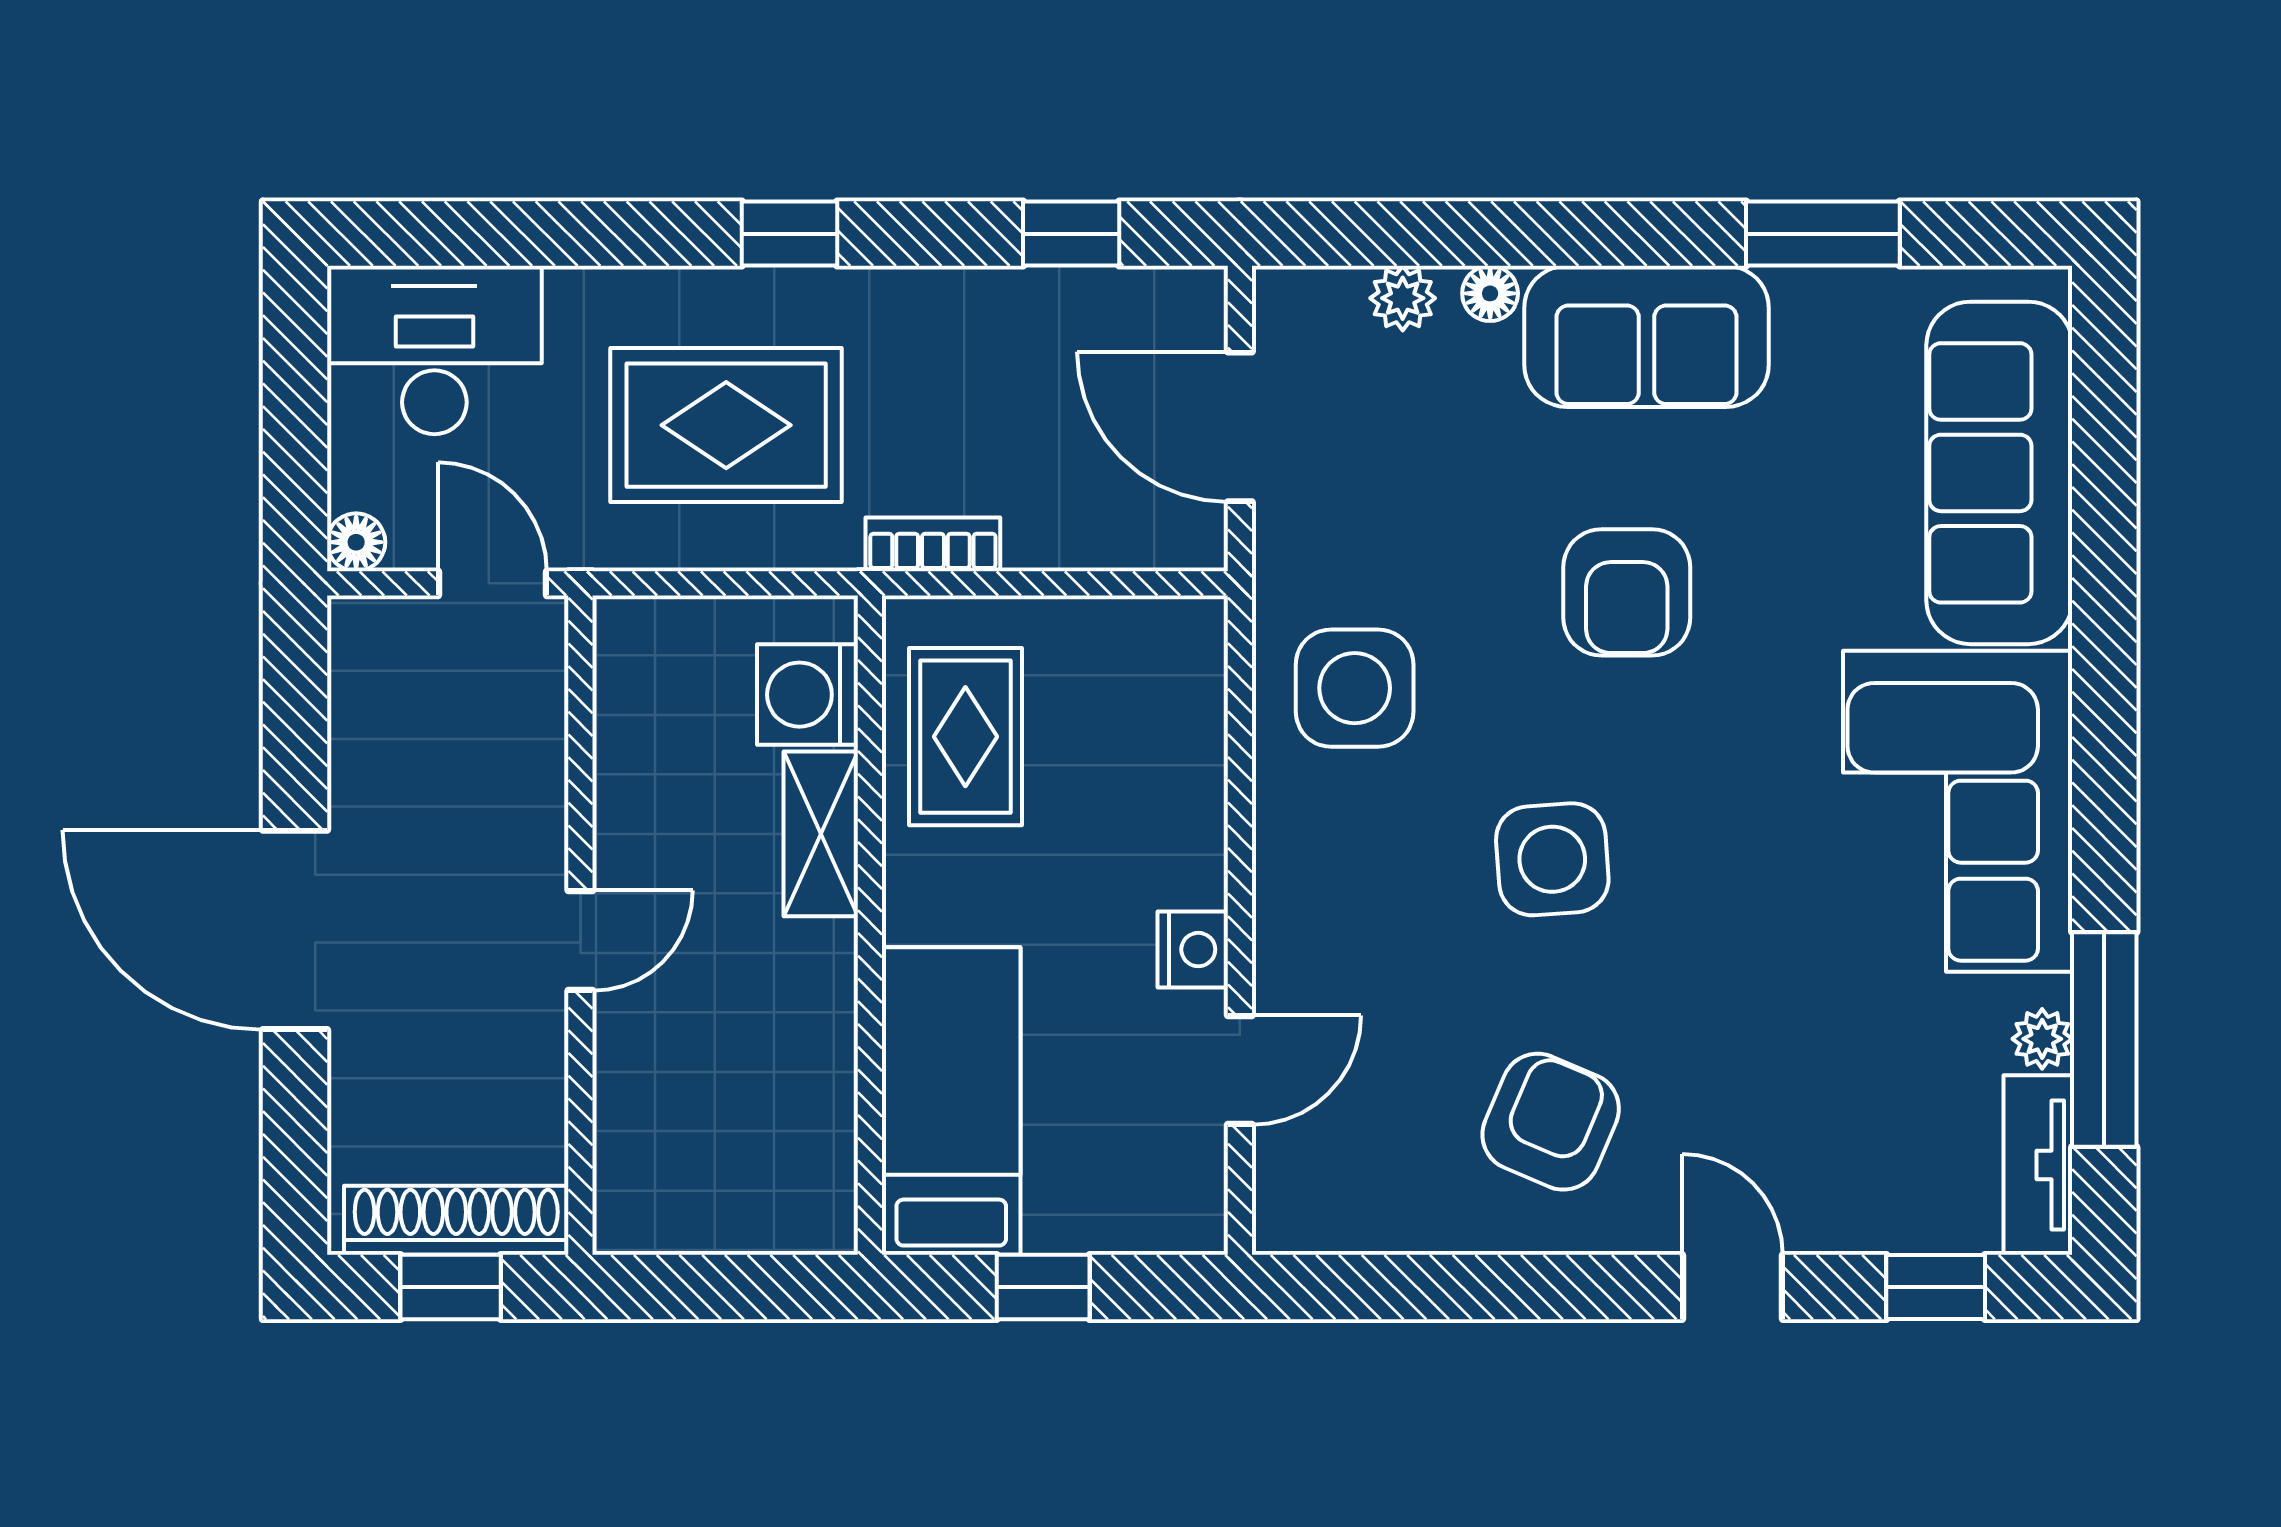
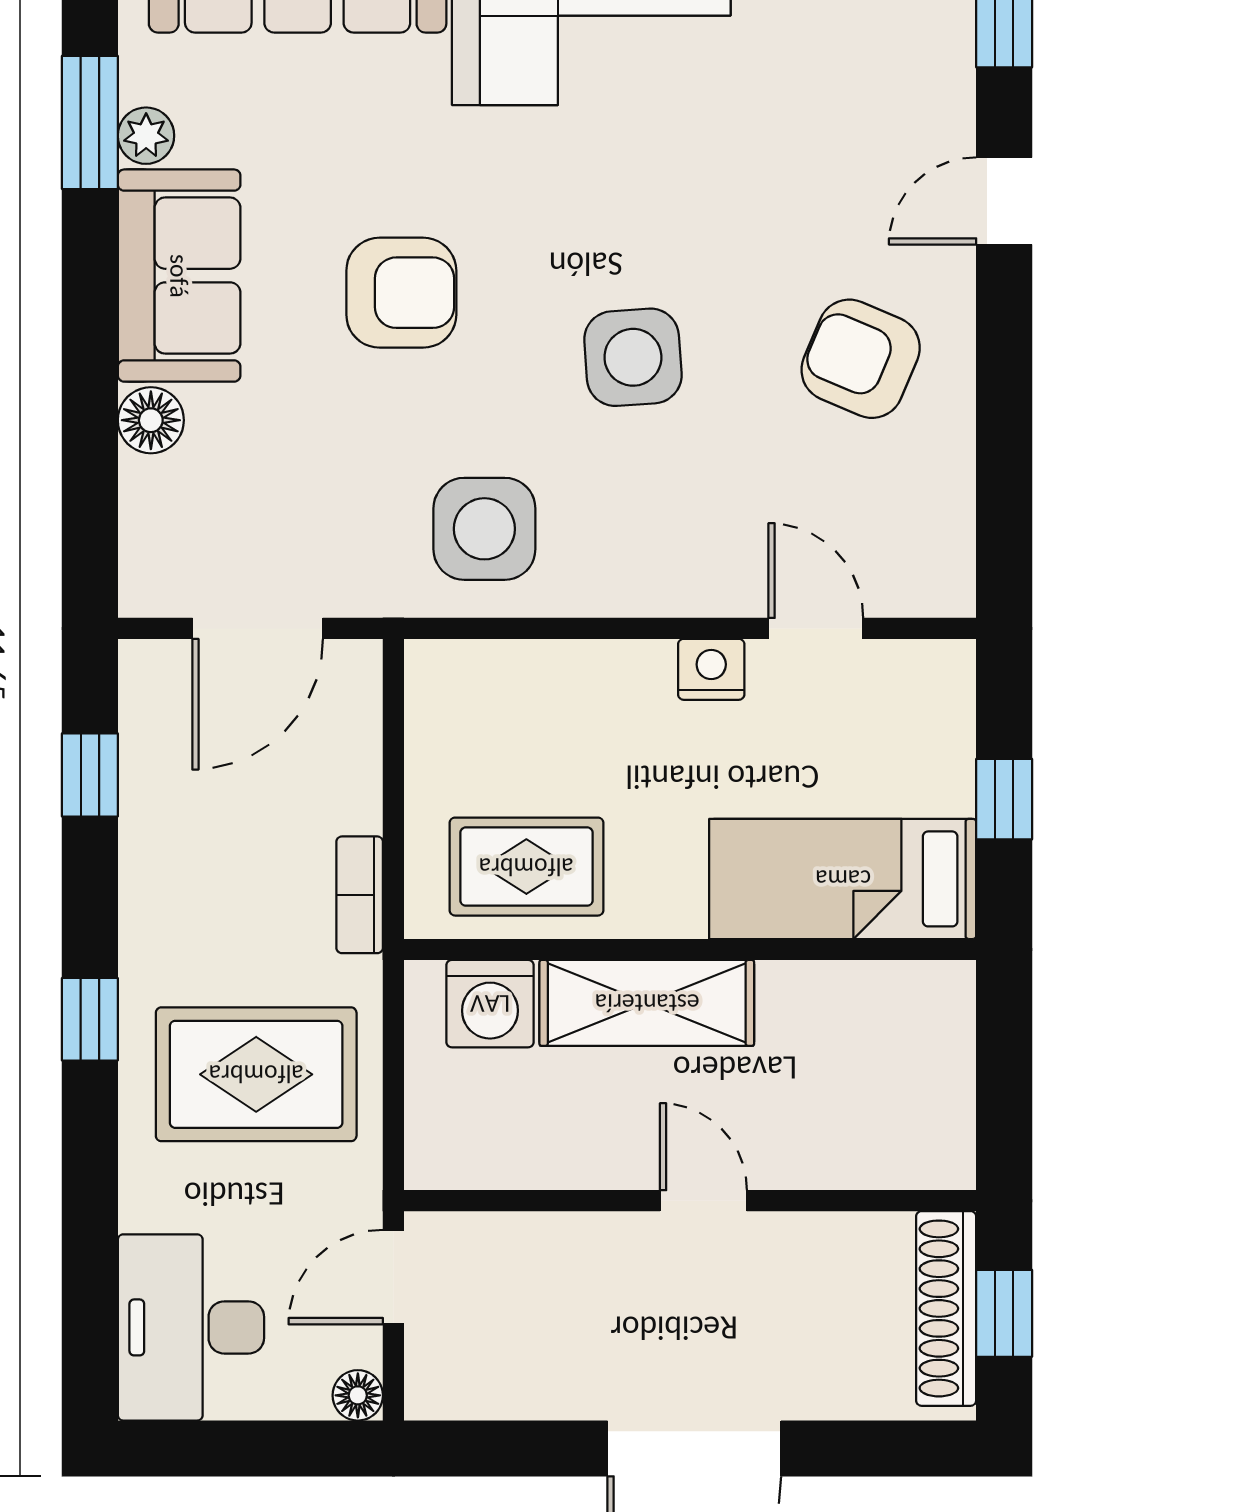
floor lamp: (1490, 293) -> (151, 420), width x1.37, depth x1.37
plant: (1403, 298) -> (146, 136), moved
rug: (726, 425) -> (256, 1074), turned 90
shelving: (821, 834) -> (647, 1003), width x1.50, depth x1.33

